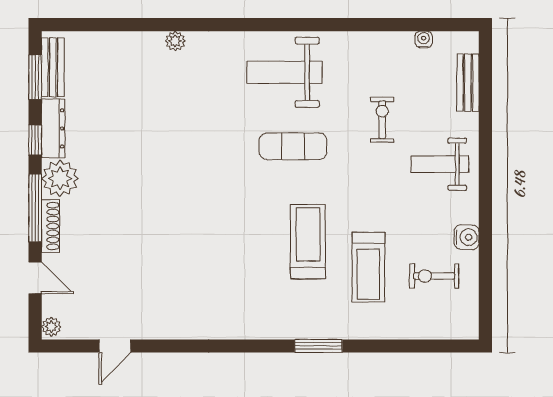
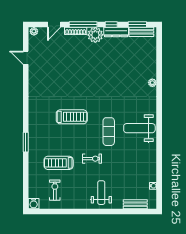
weight bench: (285, 72) -> (139, 128), turned -90
exercise bike: (382, 120) -> (92, 159), moved
water cooler: (467, 237) -> (34, 204), moved
treadmill: (308, 242) -> (72, 117), moved

